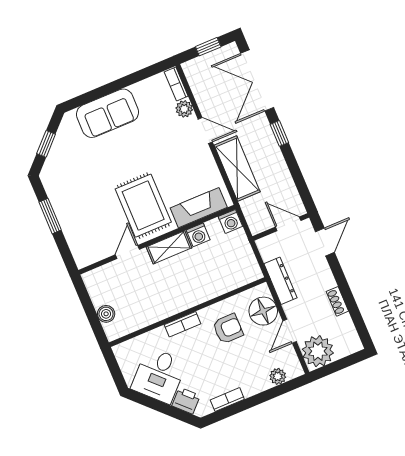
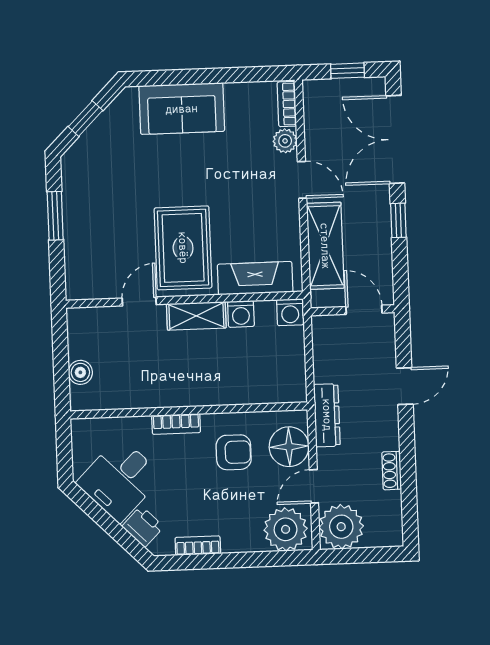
door: (288, 224) -> (364, 310), moved
wall: (281, 227) -> (353, 310), moved
plant: (278, 376) -> (286, 529), width x1.87, depth x1.87

